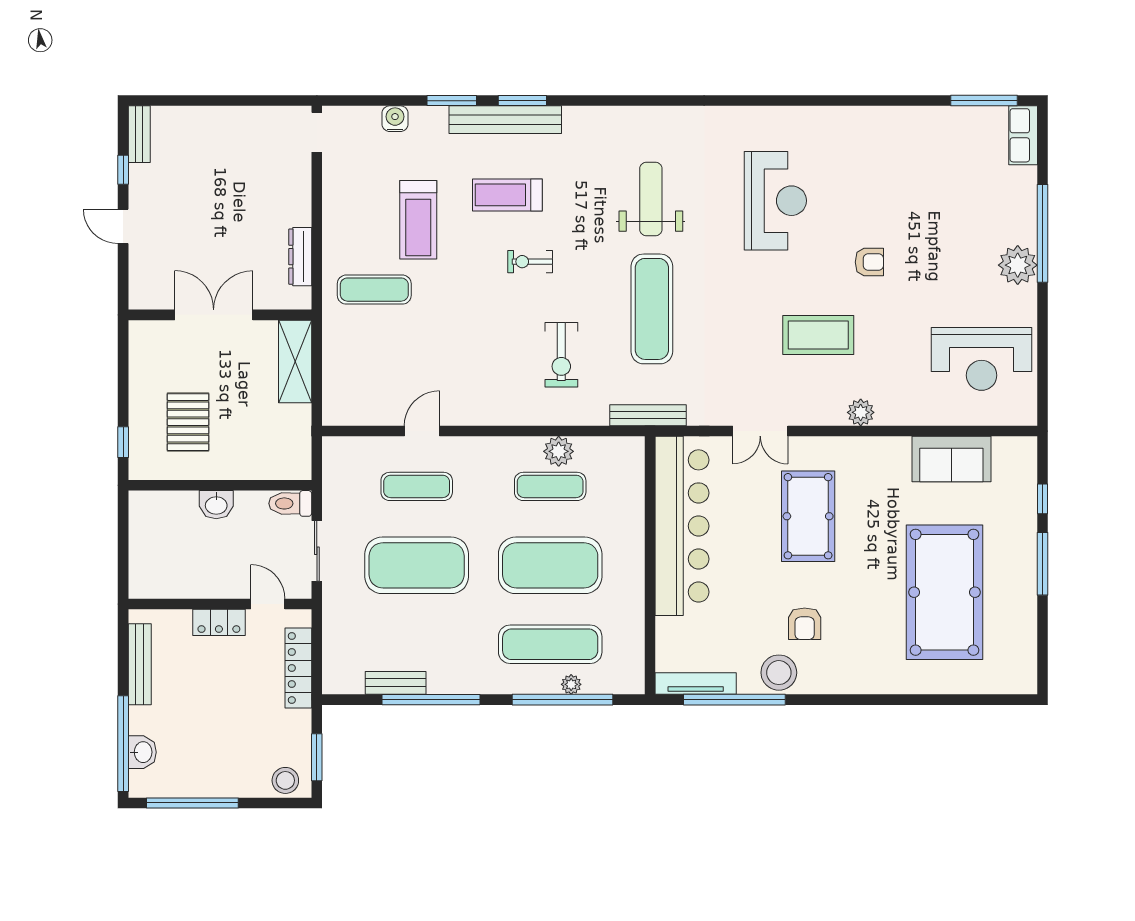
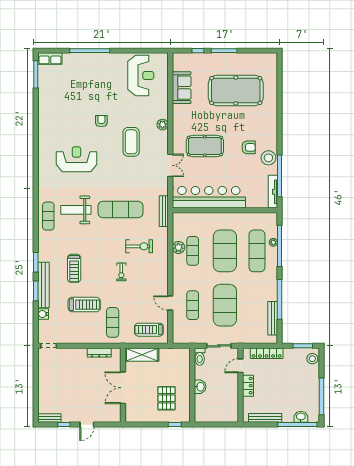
bench: (505, 120) -> (44, 285), moved
exercise mat: (636, 132) -> (48, 216), added
exercise bike: (530, 262) -> (121, 272), moved
plant: (1018, 265) -> (103, 61), removed
treadmill: (357, 379) -> (149, 330), added
pallet: (188, 422) -> (167, 398), turned 90
bench: (396, 683) -> (273, 318), width x1.36

